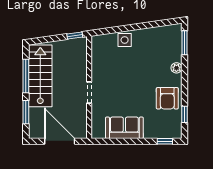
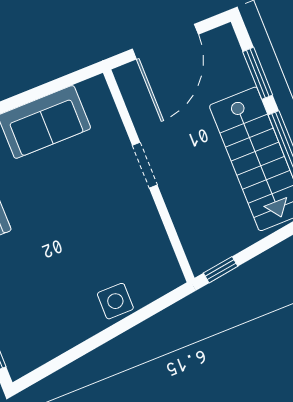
door: (60, 141) -> (165, 42), hinge flipped

